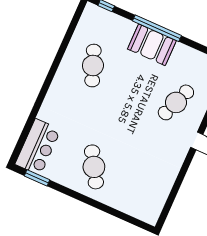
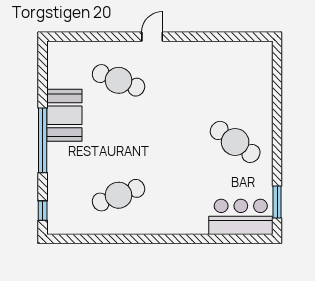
booth: (152, 45) -> (64, 115), moved
cafe table: (94, 167) -> (235, 142), turned 67

